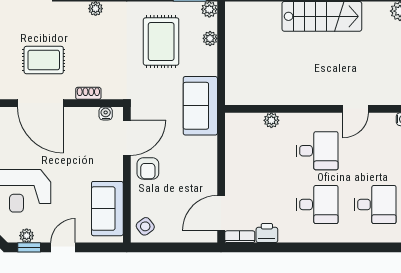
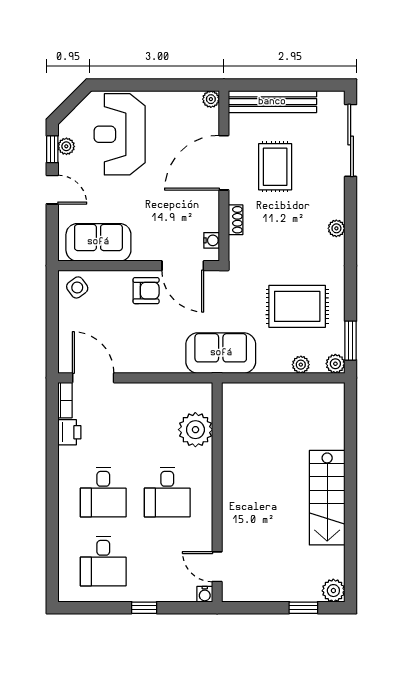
door: (356, 109) -> (217, 567), moved
plant: (271, 120) -> (195, 430), width x1.88, depth x1.88
armchair: (148, 168) -> (146, 291), turned 180

